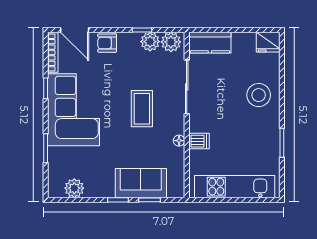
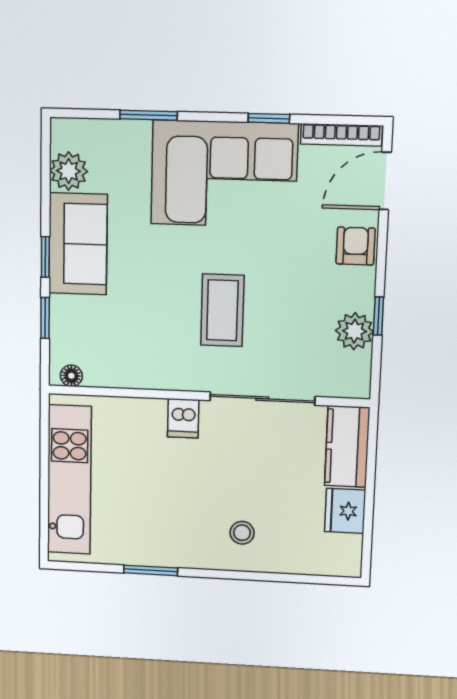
plant: (171, 42) -> (352, 372), removed
fridge: (268, 42) -> (345, 511), moved
stool: (259, 95) -> (242, 533), width x0.53, depth x0.53
coffee table: (142, 109) -> (222, 310), turned 90
floor lamp: (179, 141) -> (71, 376), moved
dishwasher: (199, 141) -> (183, 418), moved
sofa: (141, 183) -> (78, 244), moved

